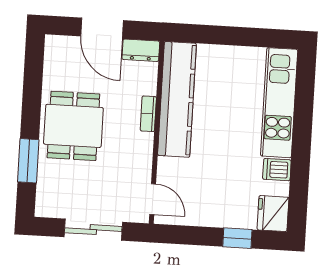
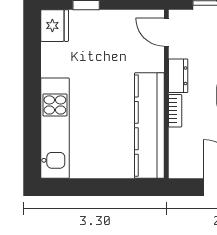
dresser: (141, 50) -> (178, 76), moved, turned 90
dishwasher: (277, 170) -> (53, 66), removed

